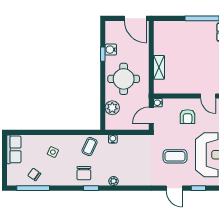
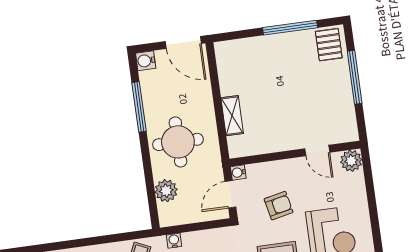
water cooler: (111, 50) -> (146, 61), moved
window: (103, 54) -> (139, 107), width x2.17
armchair: (188, 117) -> (279, 206), moved, turned -102

